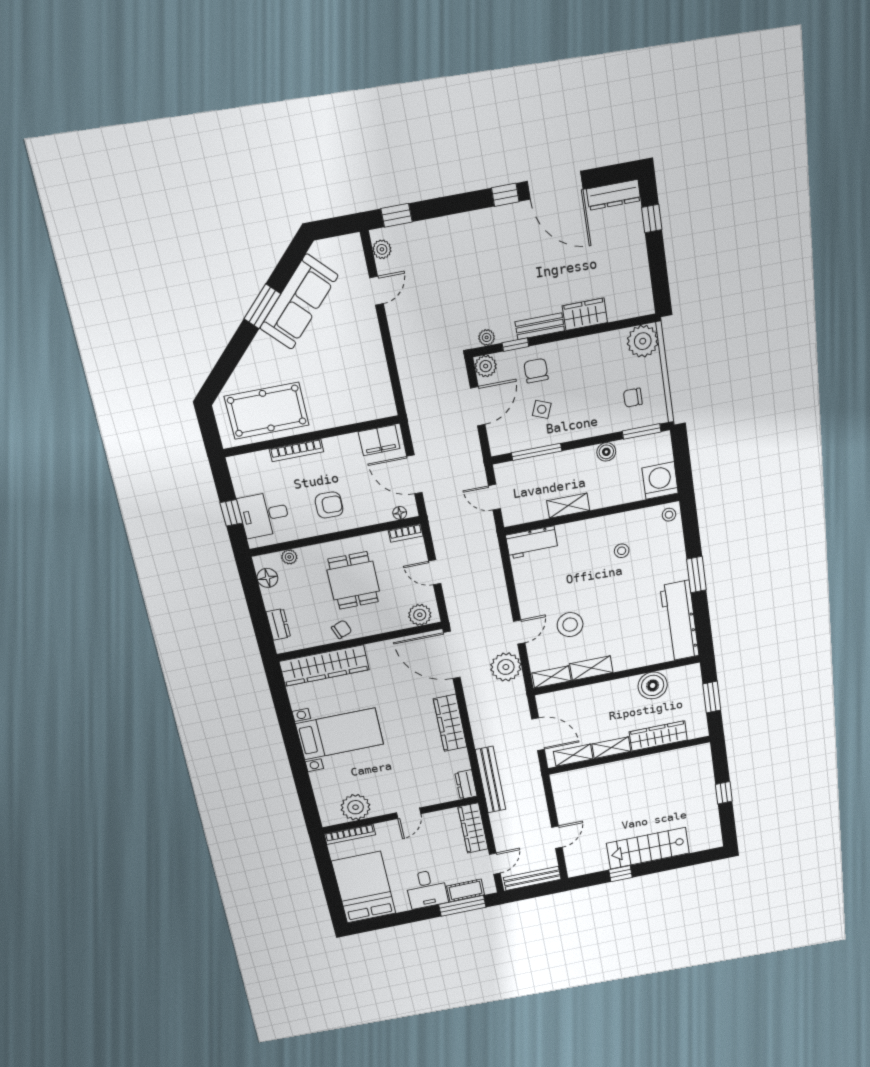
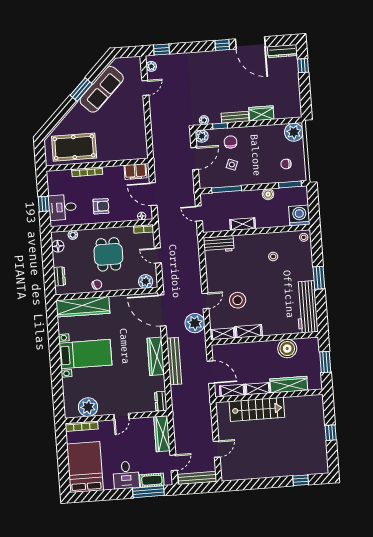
bench: (491, 780) -> (174, 361), moved
stairs: (648, 848) -> (257, 409), moved, turned 180
window: (620, 874) -> (301, 480), moved

